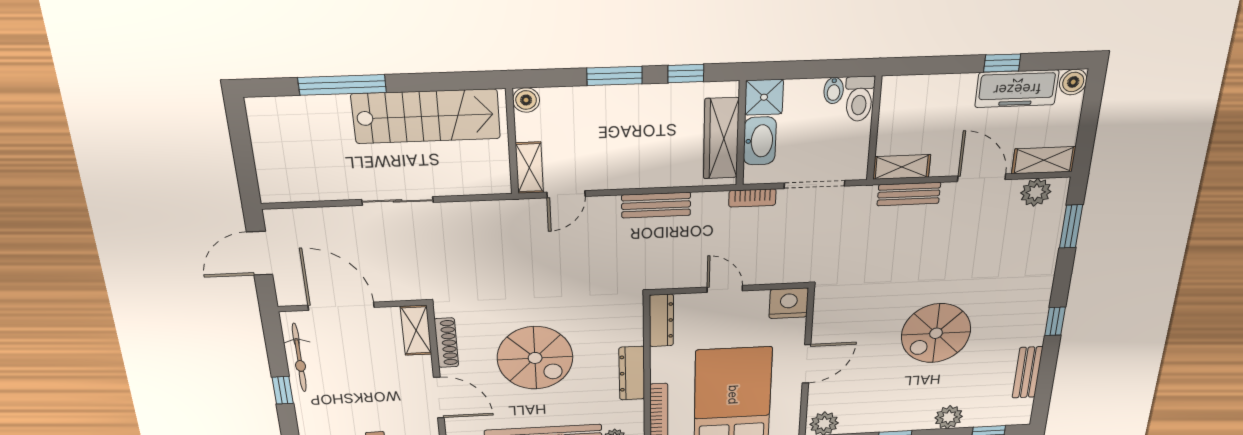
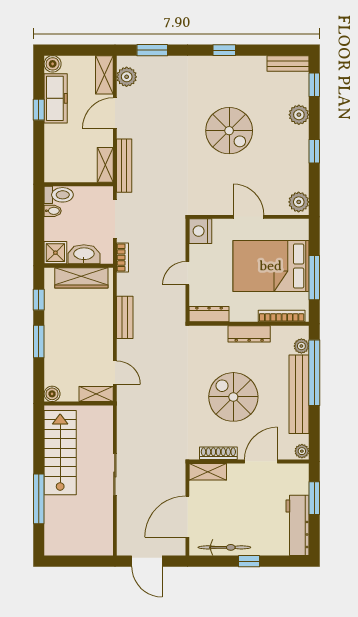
bench: (909, 194) -> (124, 166), width x1.36
spiral stairs: (535, 358) -> (233, 397), turned -90
bench: (1027, 372) -> (288, 63), moved

